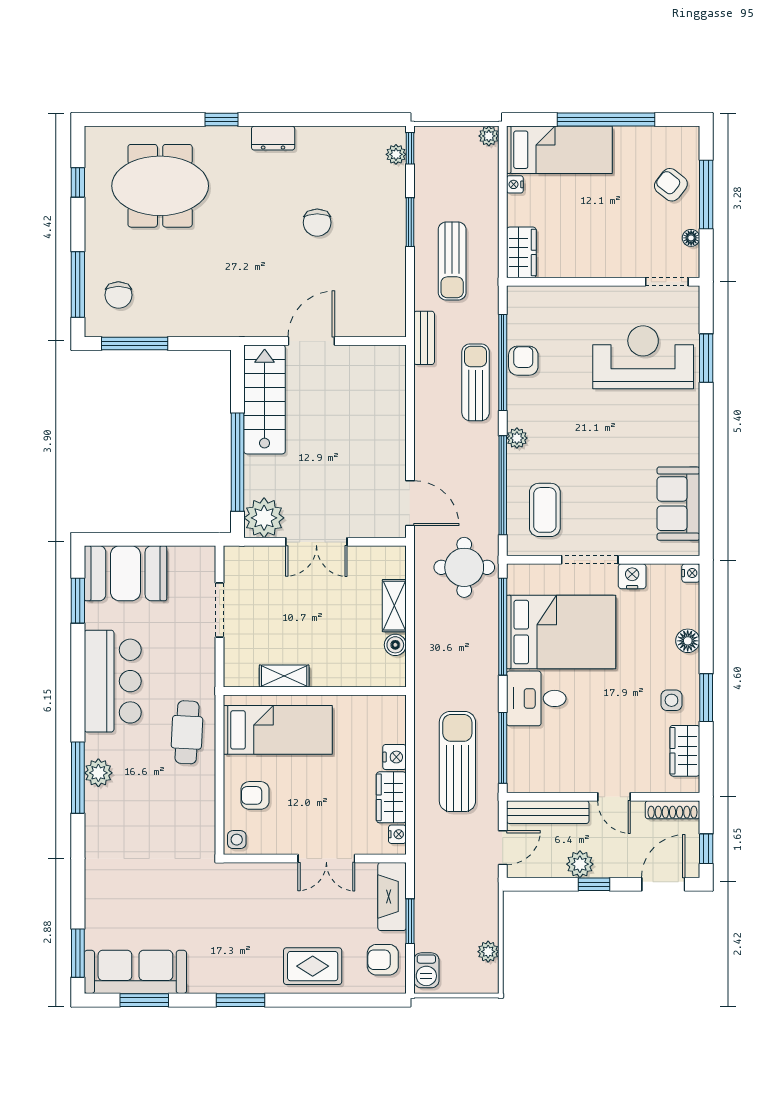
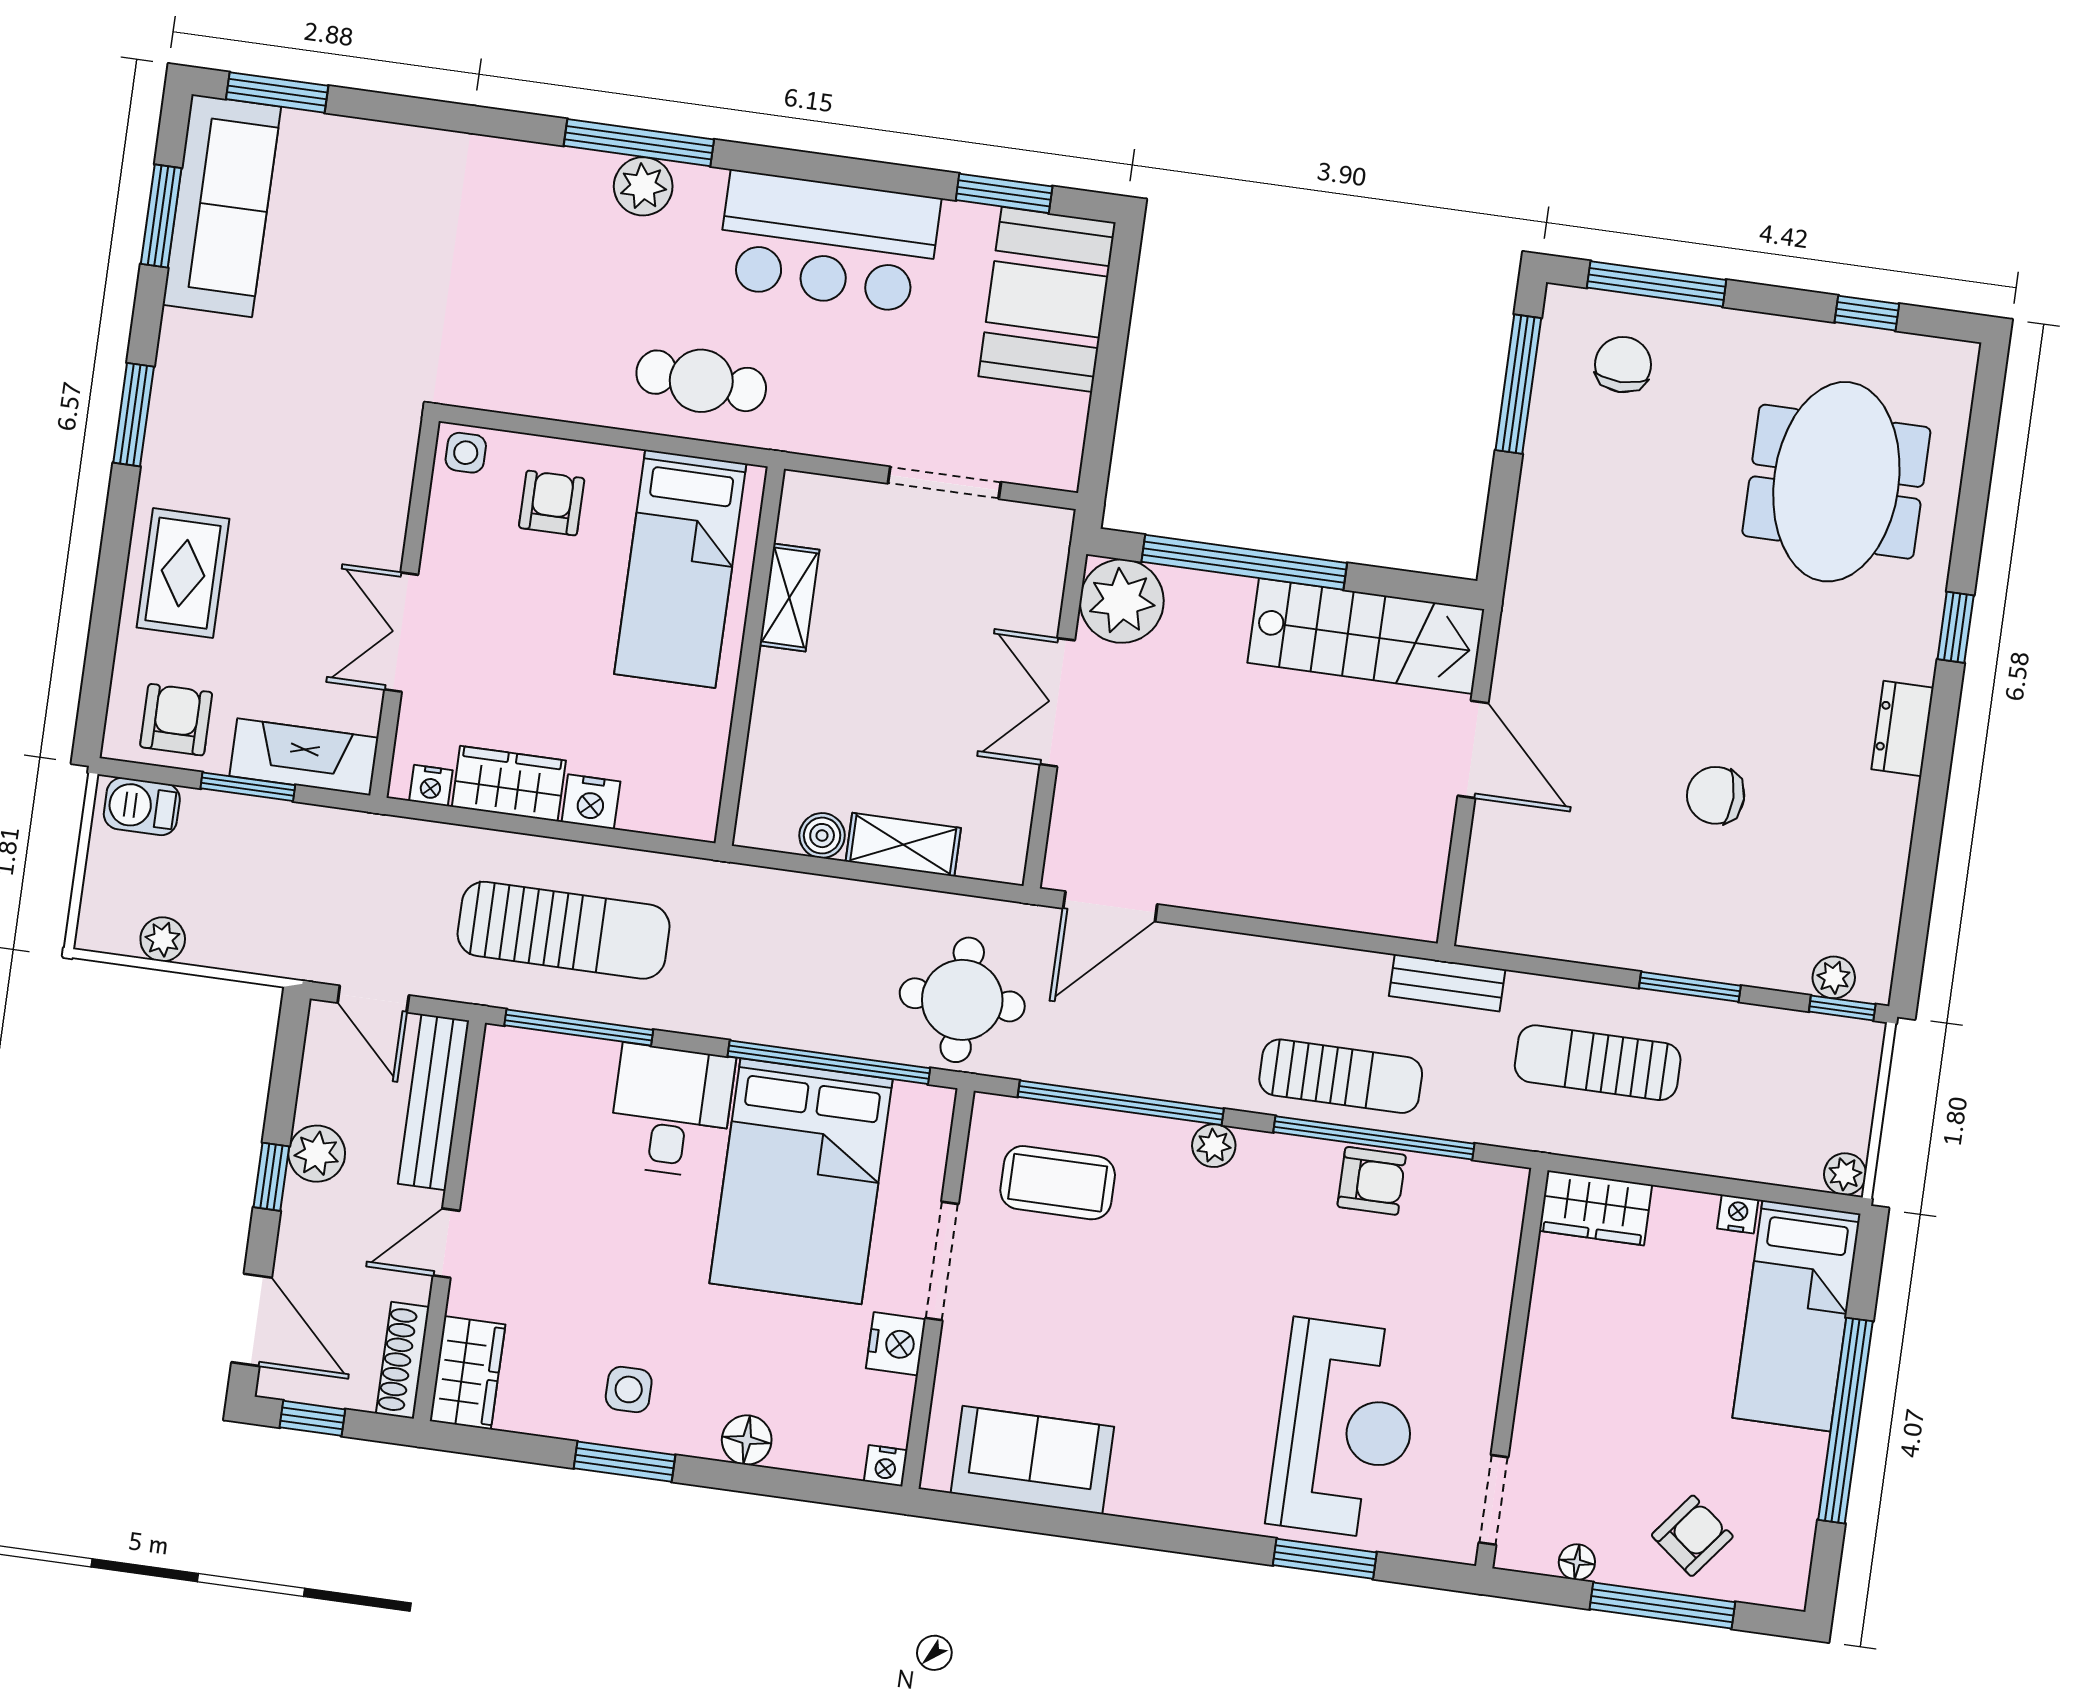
chair: (118, 295) -> (1623, 365), turned 90
wardrobe: (685, 751) -> (468, 1373), moved, turned 90

